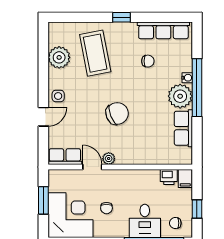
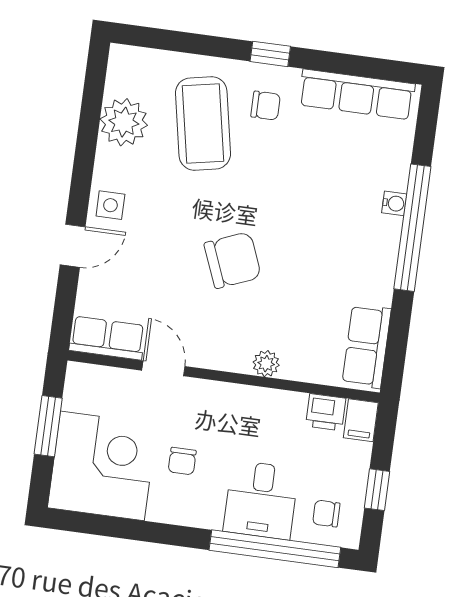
chair: (148, 61) -> (266, 106), moved
plant: (180, 96) -> (374, 241), removed
row of seats: (183, 128) -> (367, 346), moved
plant: (109, 159) -> (266, 364), moved

